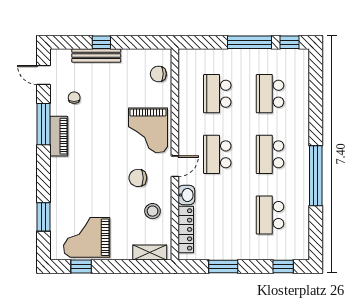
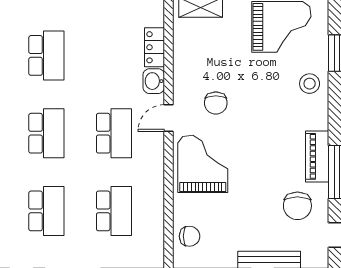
chair: (74, 98) -> (297, 206), width x1.87, depth x1.87
chair: (138, 178) -> (216, 103), turned 90
stool: (153, 211) -> (310, 84), moved
locker: (186, 229) -> (154, 47), width x0.66

